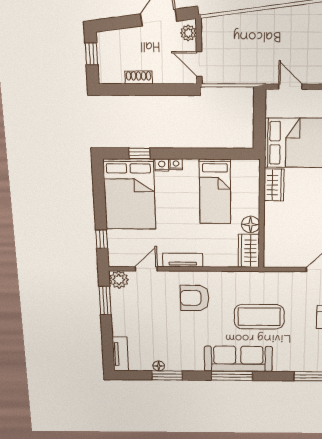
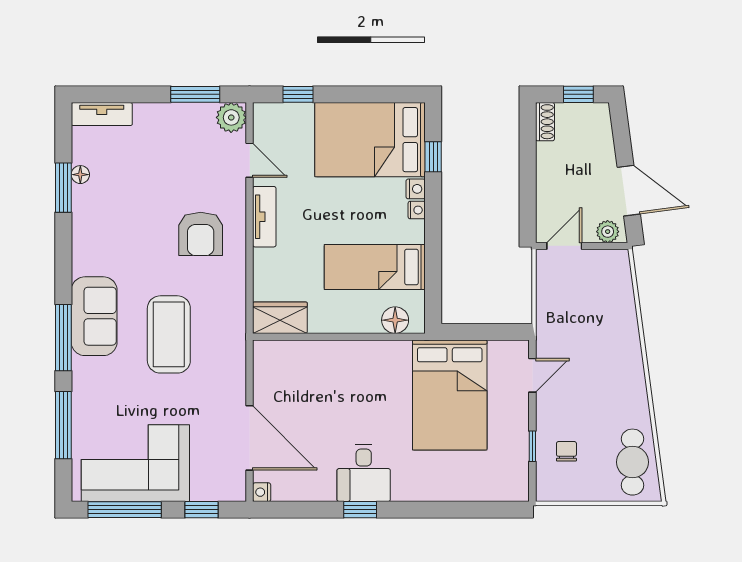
shoe rack: (139, 78) -> (545, 122), moved
wardrobe: (274, 185) -> (385, 354), removed
floor lamp: (251, 225) -> (395, 320), moved
armchair: (195, 298) -> (201, 234), turned 180
sofa: (238, 359) -> (94, 316), width x0.73
window: (232, 376) -> (63, 338), moved

